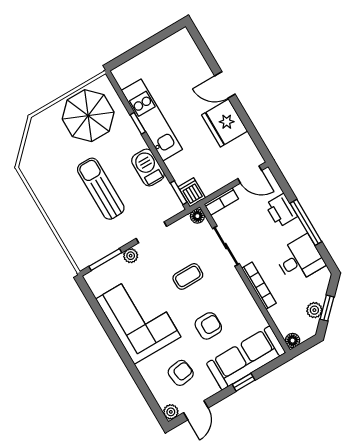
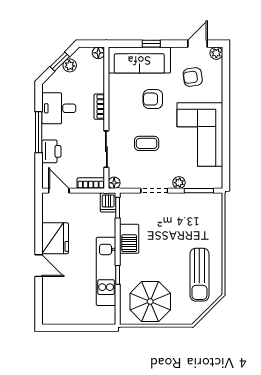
sun lounger: (101, 189) -> (199, 275), moved
bookcase: (259, 286) -> (99, 107), width x0.64

